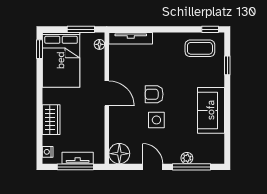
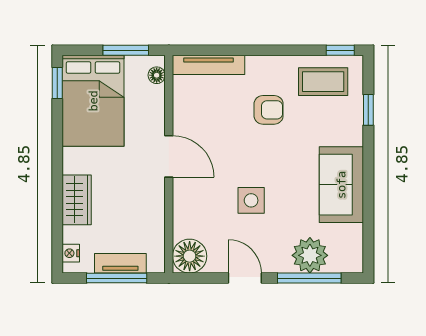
armchair: (154, 94) -> (269, 110), moved, turned 180
plant: (187, 158) -> (310, 255), width x1.88, depth x1.88

